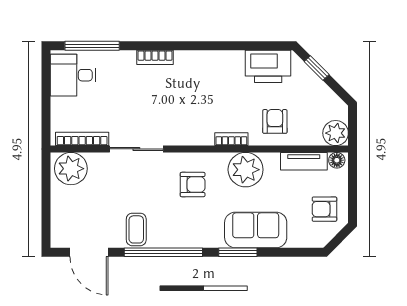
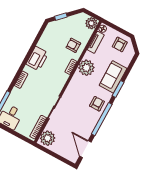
printer: (268, 66) -> (37, 59), moved
armchair: (193, 185) -> (97, 104), moved
coffee table: (136, 229) -> (87, 125), removed
door: (89, 252) -> (85, 149), swing flipped

